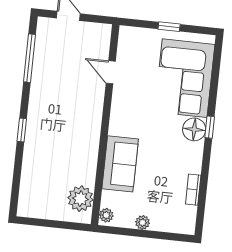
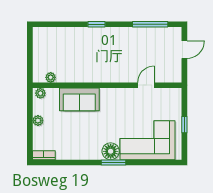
window: (210, 127) -> (114, 162), width x1.50
bookcase: (193, 190) -> (44, 155), moved
plant: (80, 199) -> (51, 77), width x0.53, depth x0.53

